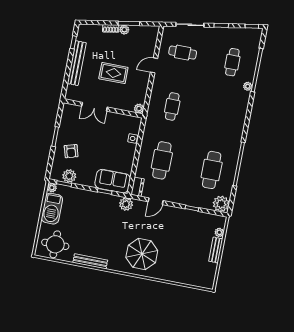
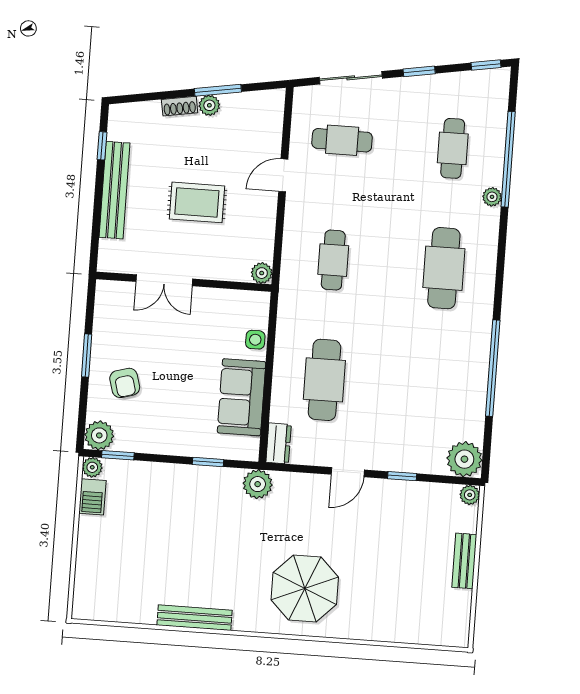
cafe table: (212, 170) -> (444, 268), moved
plant: (69, 176) -> (99, 435), moved
sofa: (113, 181) -> (242, 397), moved, turned -90
door: (156, 201) -> (348, 472), moved
barbecue: (52, 209) -> (92, 497), width x0.53, depth x0.65
plant: (219, 232) -> (470, 495), moved
round table: (55, 244) -> (114, 590), removed

